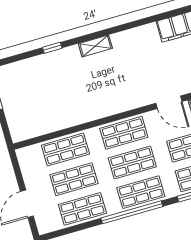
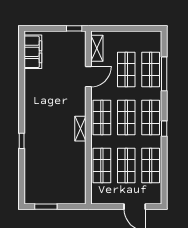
shelving: (95, 46) -> (80, 129), moved
window: (52, 48) -> (22, 141), moved
window: (132, 212) -> (164, 129), width x0.32

